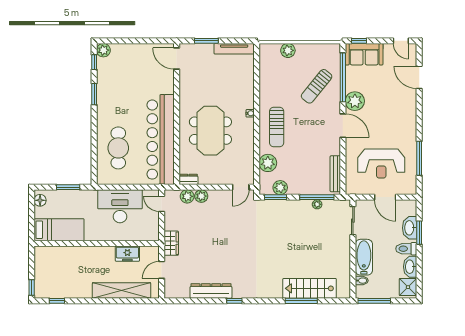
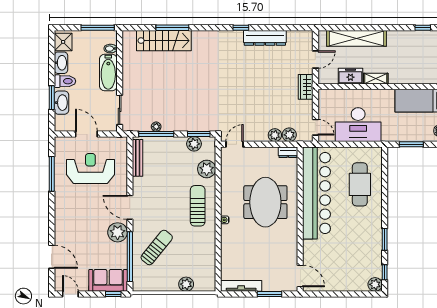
shelving: (103, 251) -> (376, 79), added

